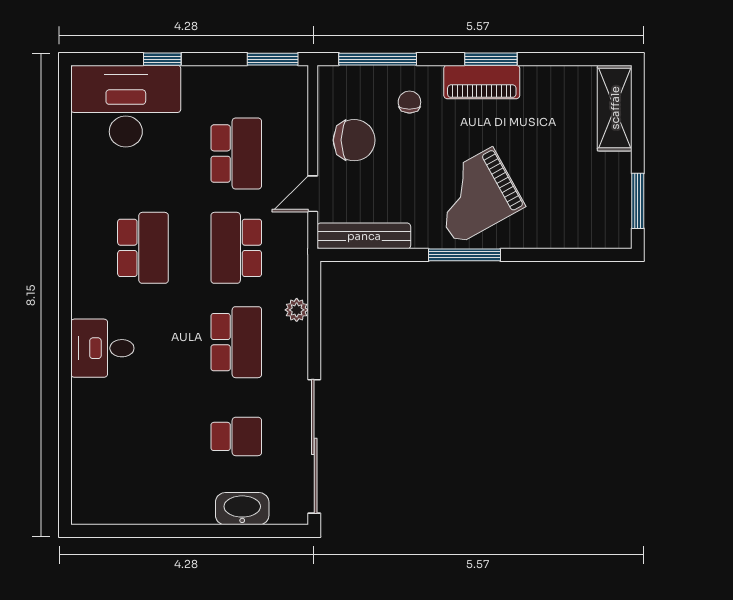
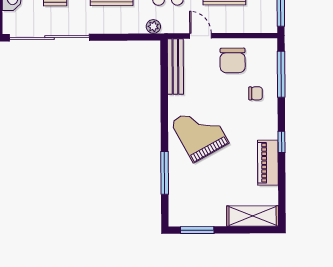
window: (491, 59) -> (282, 142), width x0.67
piano: (482, 82) -> (268, 163), moved
window: (464, 255) -> (165, 173), moved
plant: (297, 310) -> (153, 26), moved

